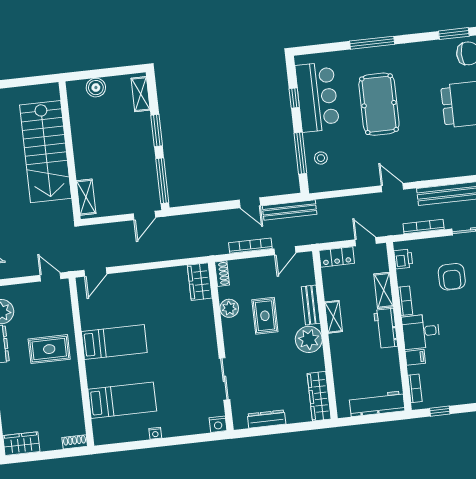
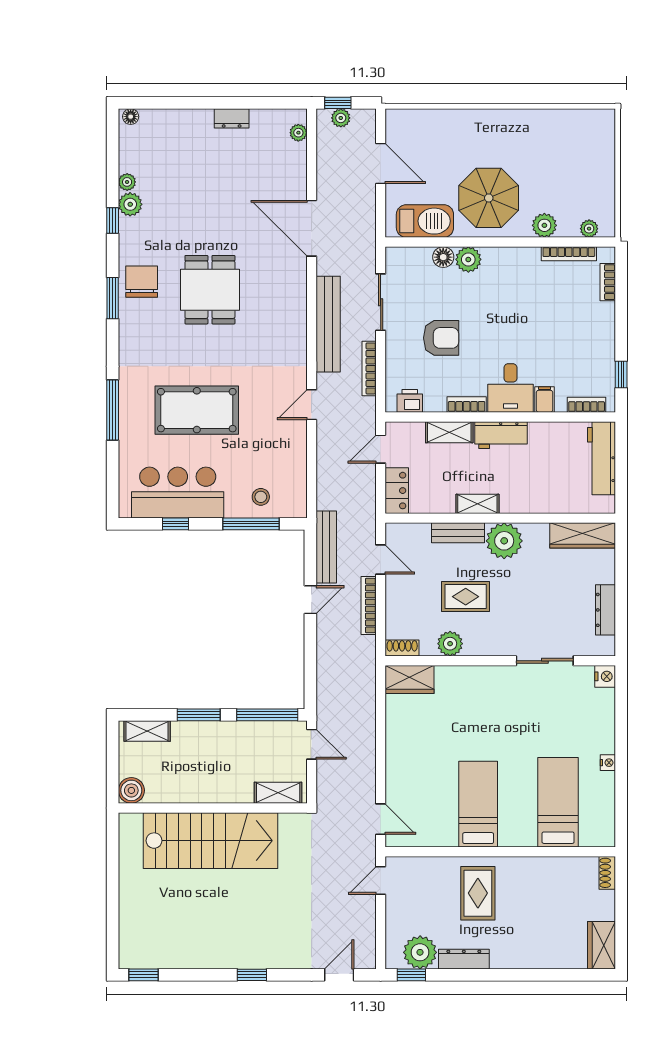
wall: (70, 151) -> (213, 808), moved
stairs: (46, 152) -> (210, 841), moved
shelving: (86, 197) -> (278, 793), moved

